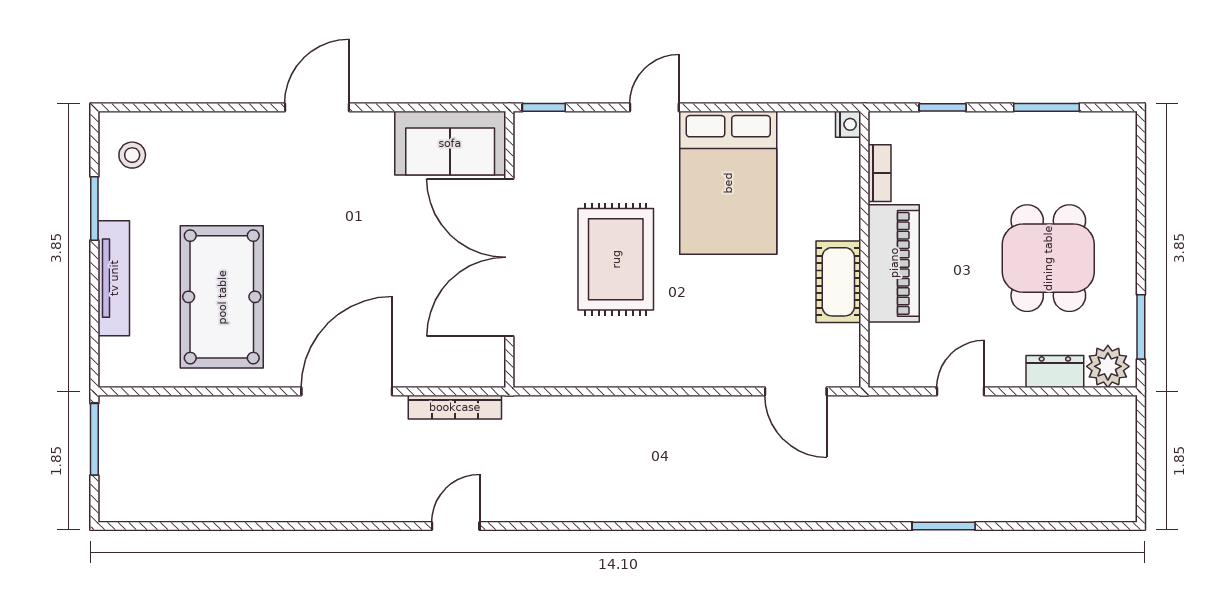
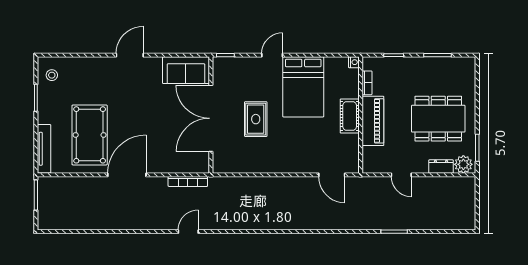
dining table: (1048, 258) -> (438, 119), width x1.37
rug: (616, 259) -> (256, 119), width x0.73, depth x0.70
tv unit: (114, 278) -> (44, 149), moved
cot: (838, 282) -> (350, 116), moved
door: (347, 391) -> (127, 175), moved
door: (961, 391) -> (401, 175), swing flipped

